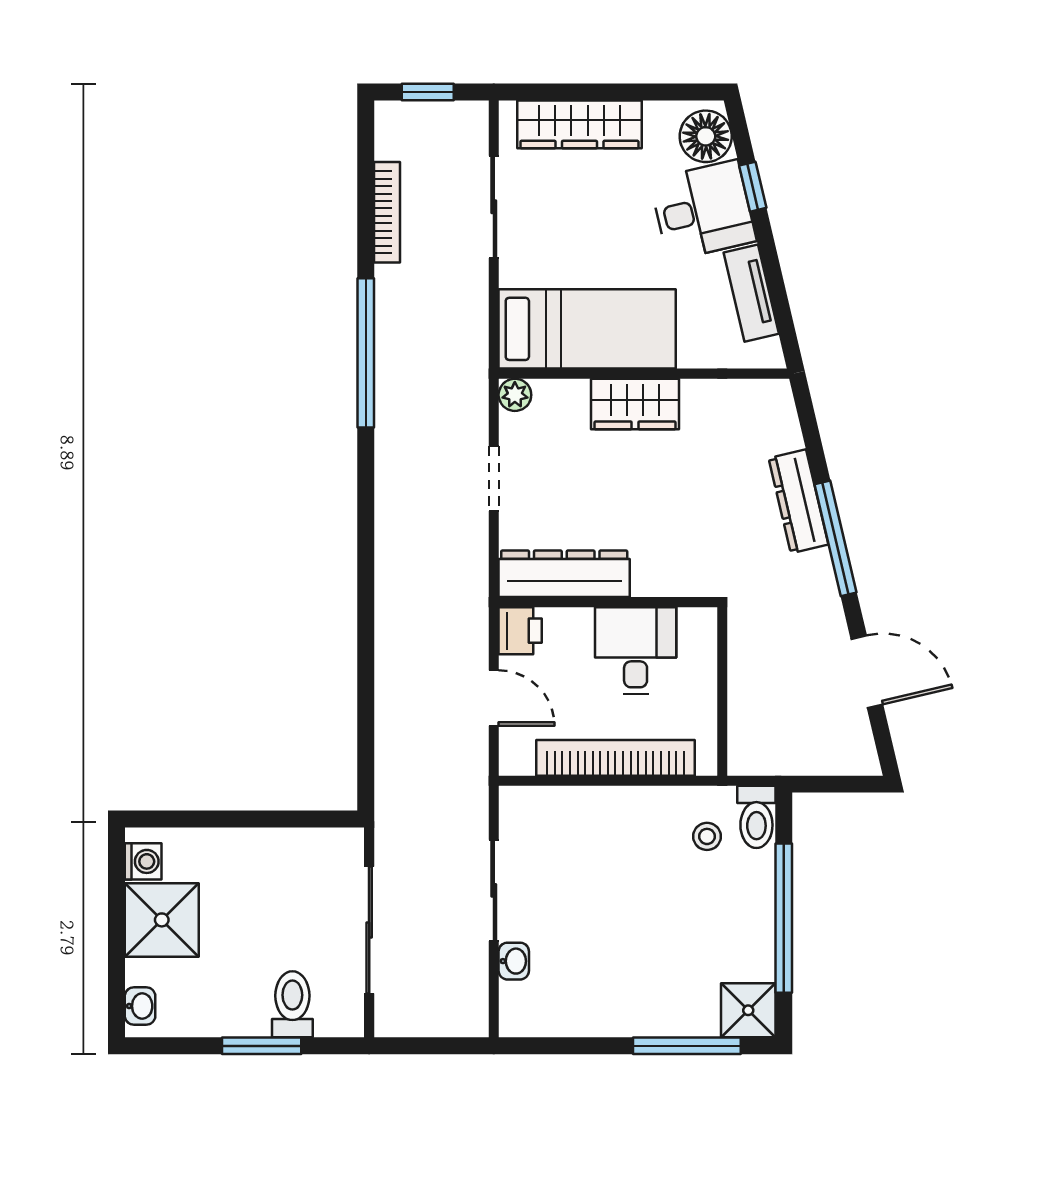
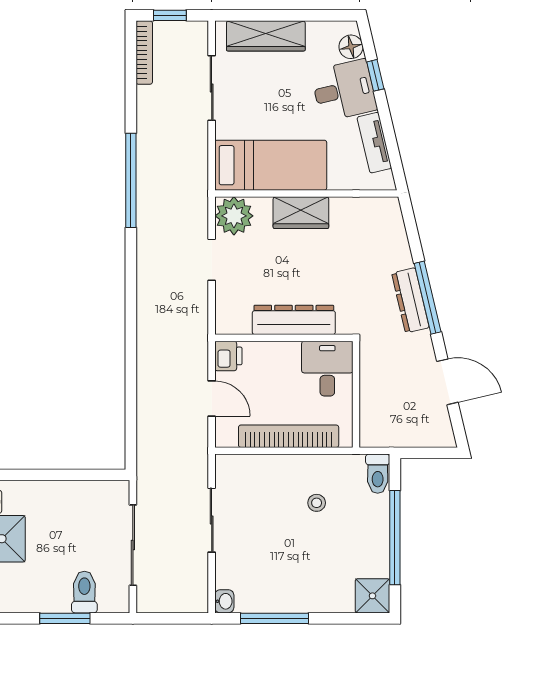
floor lamp: (706, 136) -> (351, 47), width x0.73, depth x0.73
bookcase: (387, 212) -> (144, 53), moved
plant: (515, 395) -> (234, 216), width x1.88, depth x1.88
dresser: (798, 501) -> (410, 300), moved
dresser: (564, 574) -> (294, 320), moved
desk: (636, 651) -> (327, 369), moved
stool: (707, 836) -> (317, 503), moved
washbasin: (514, 961) -> (224, 601), moved
window: (687, 1046) -> (274, 618), moved

